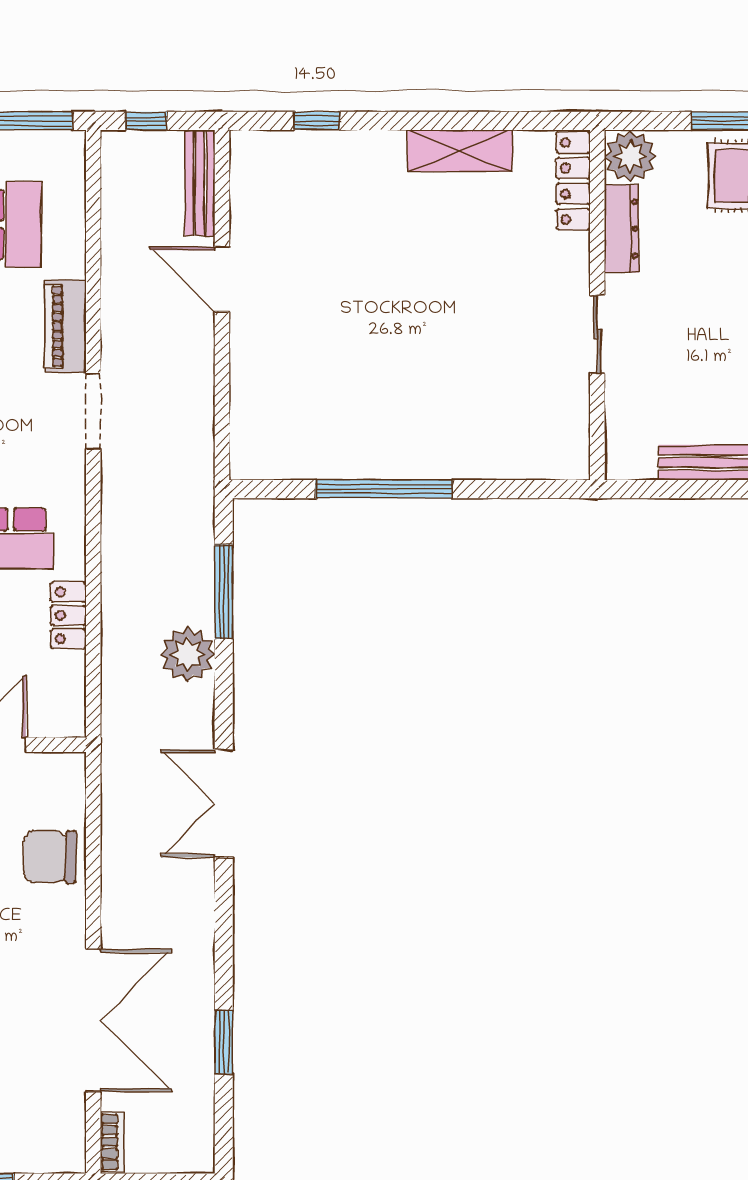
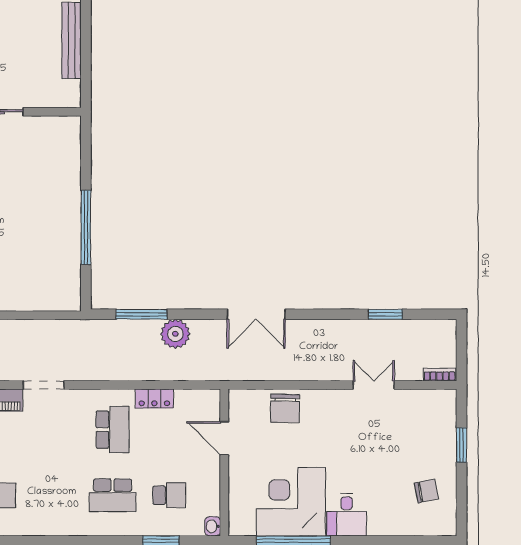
double door: (93, 1020) -> (374, 385), width x0.54

